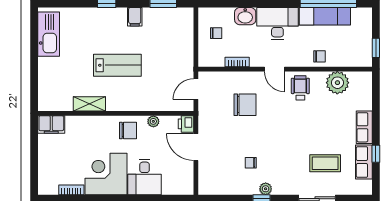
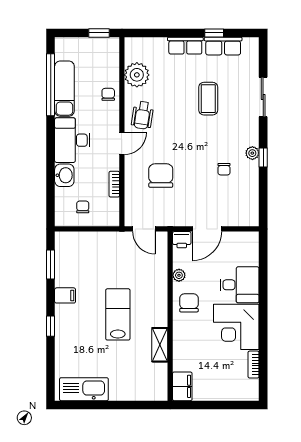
wheelchair: (300, 88) -> (142, 115), turned -81
coffee table: (325, 163) -> (208, 99), moved

